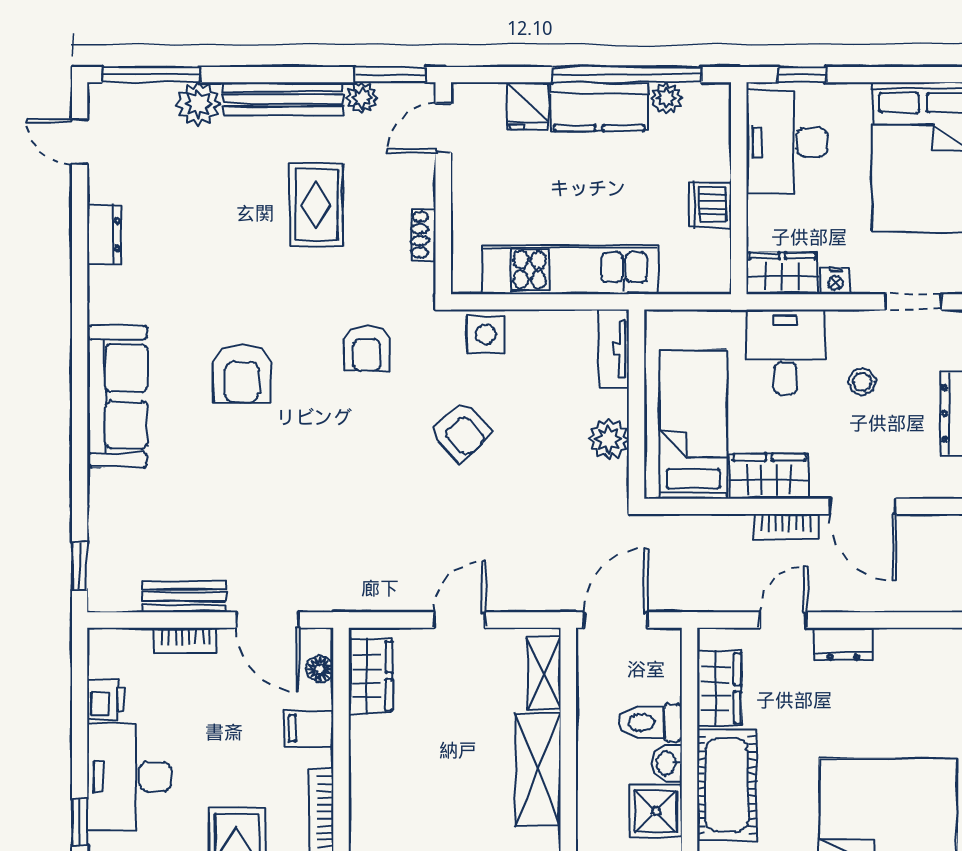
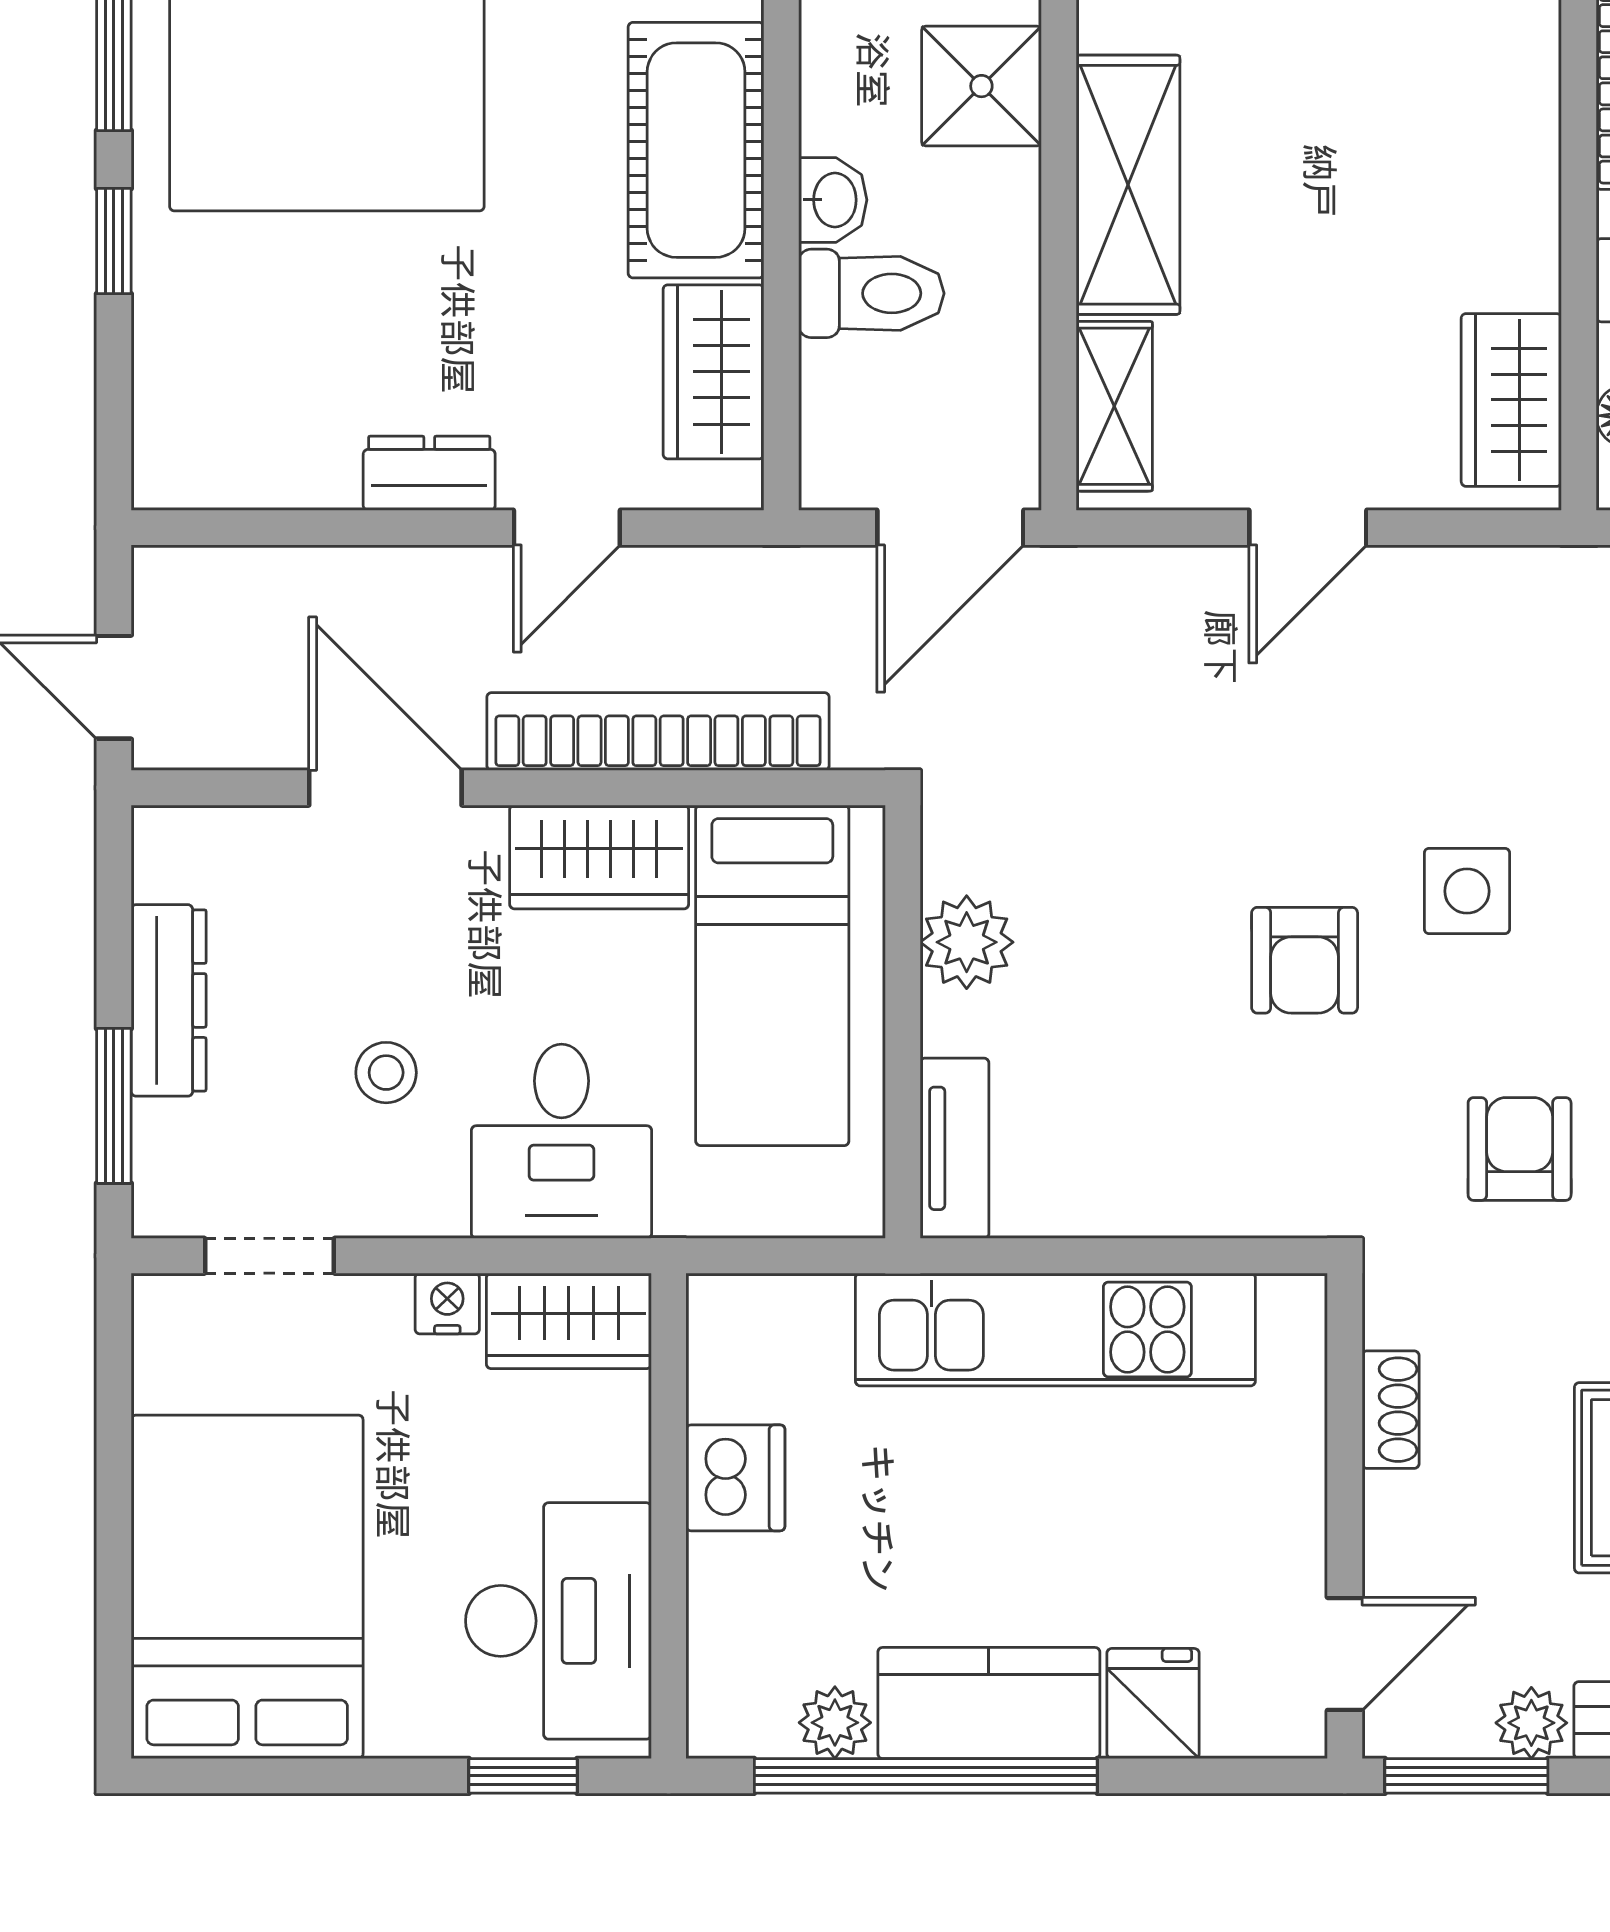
side table: (486, 334) -> (1467, 891), moved
armchair: (461, 431) -> (1305, 960), turned -137
bookcase: (786, 527) -> (658, 731), width x2.31, depth x1.31
shower: (656, 811) -> (981, 86), moved

